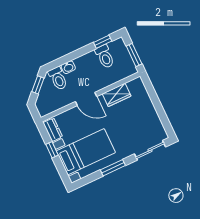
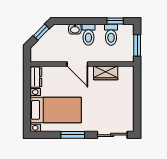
toilet: (58, 78) -> (88, 35), moved
window: (52, 150) -> (27, 94), removed

